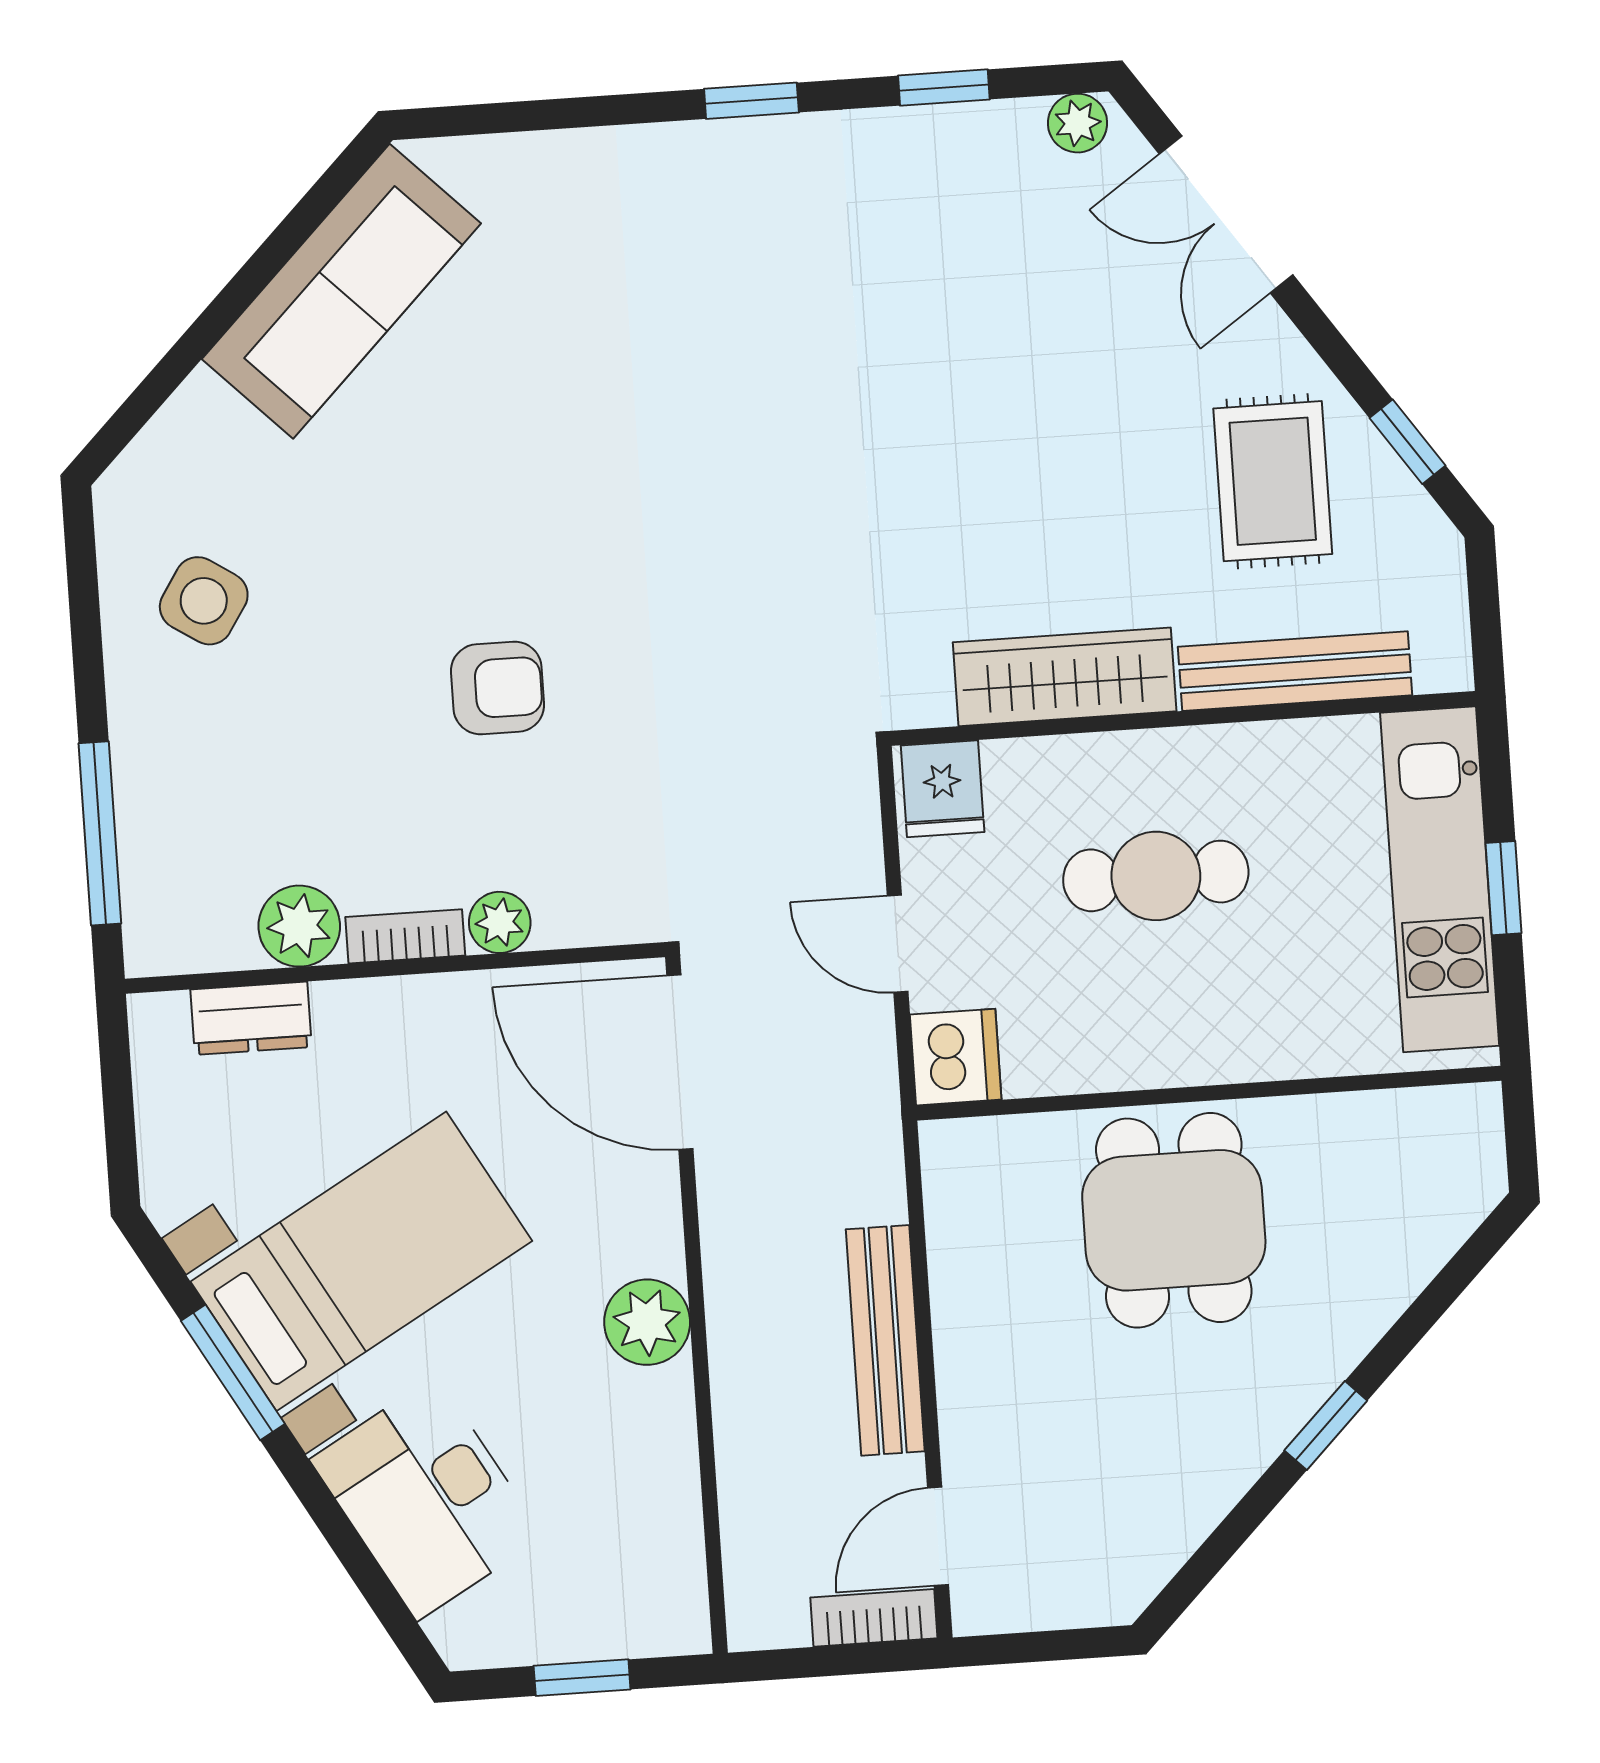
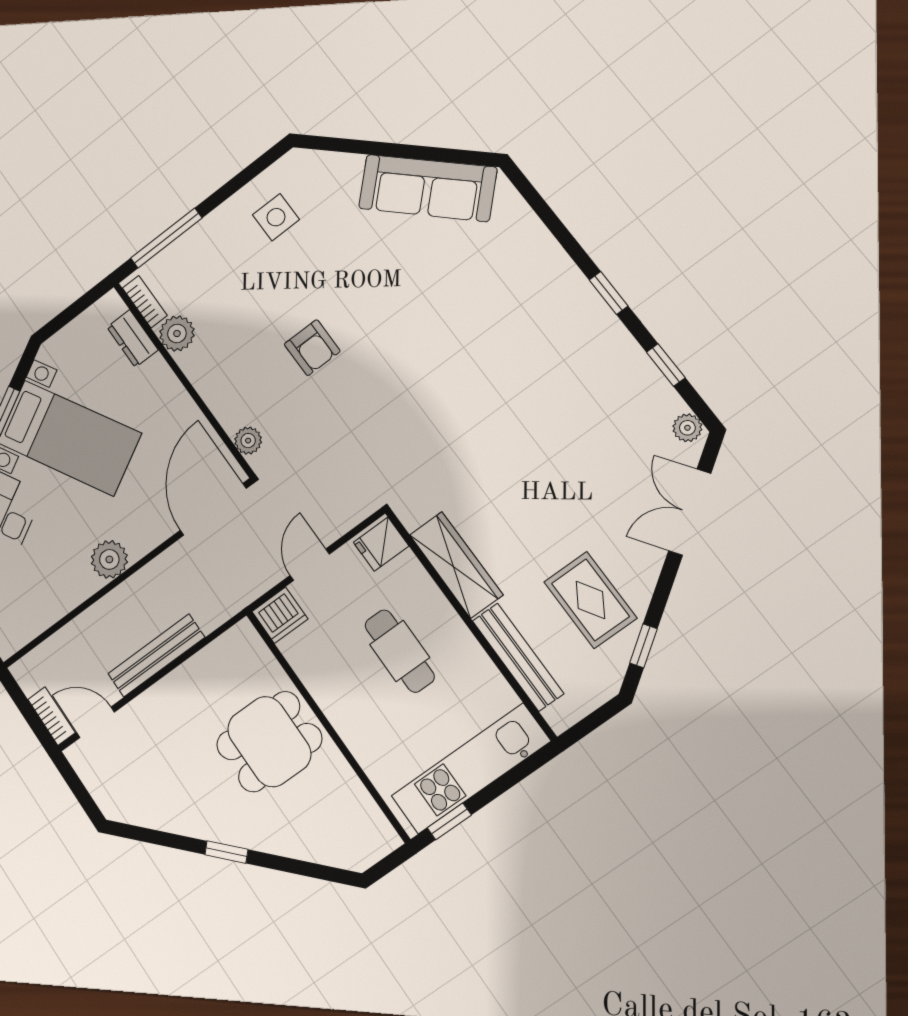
rug: (1273, 481) -> (590, 600), turned 90
side table: (204, 601) -> (276, 217), turned -33
window: (1503, 888) -> (449, 821), moved
plant: (500, 922) -> (248, 441), moved
bookcase: (405, 936) -> (145, 302), moved

